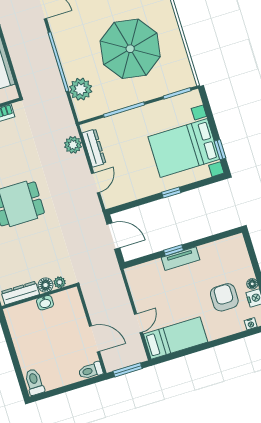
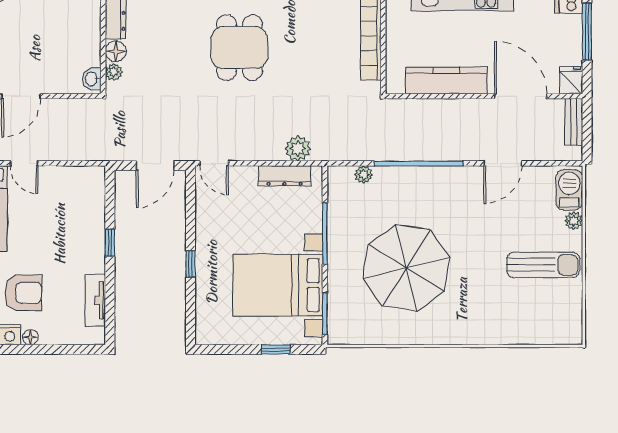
plant: (81, 89) -> (364, 175), width x0.53, depth x0.53
bed with nightstands: (184, 148) -> (278, 285), moved, turned -90
window: (220, 150) -> (276, 349), moved
door: (96, 183) -> (214, 163), moved
tv unit: (181, 259) -> (95, 300), moved
washbasin: (45, 303) -> (92, 79), moved

